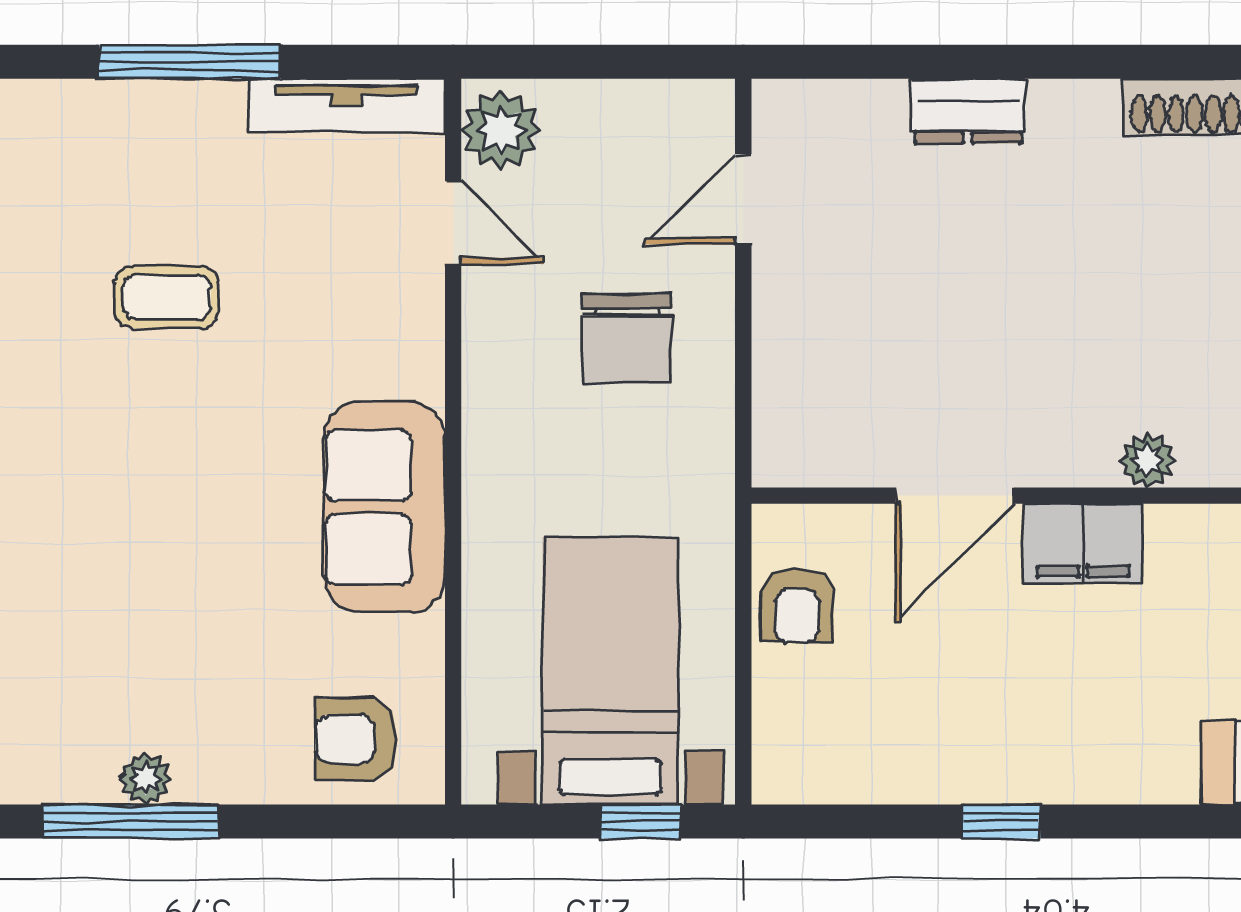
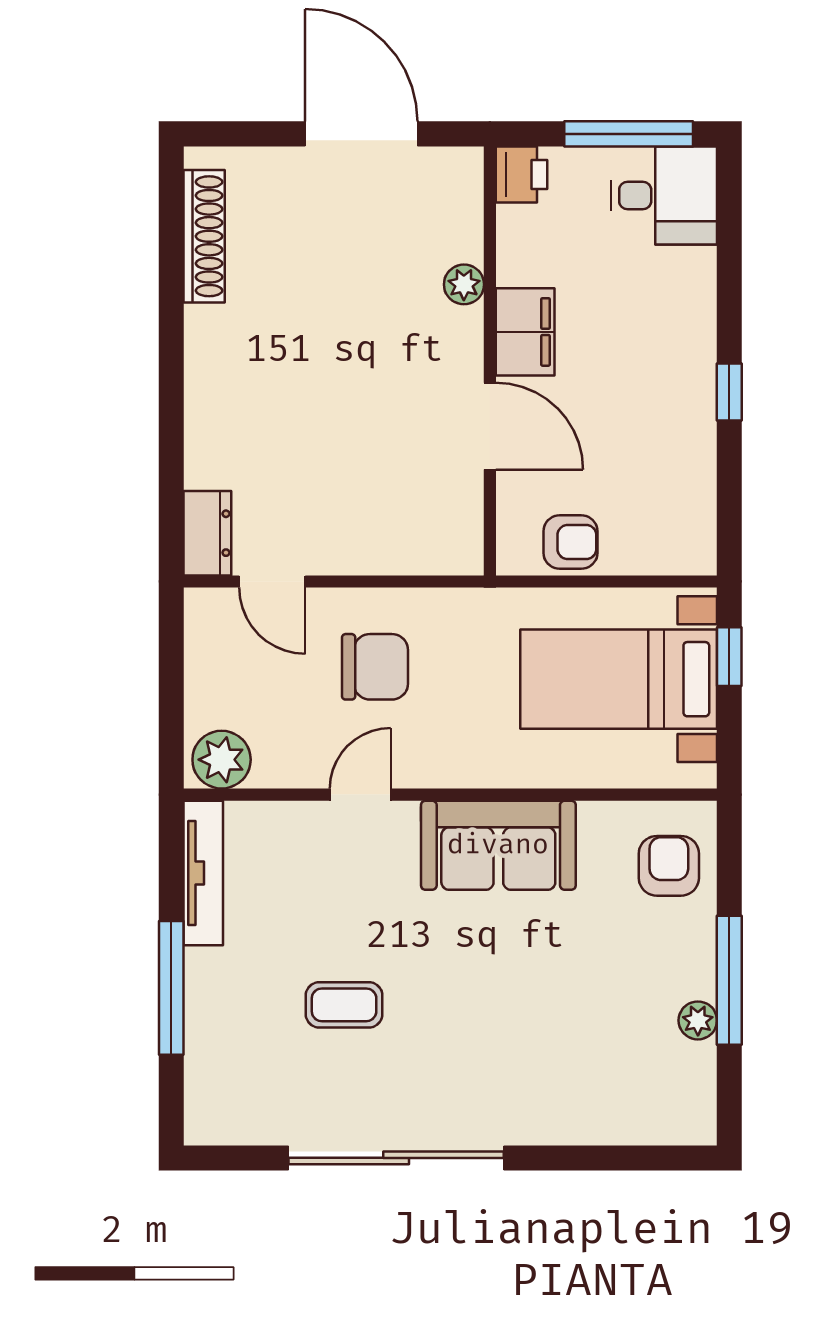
dresser: (968, 111) -> (207, 533), moved
door: (453, 223) -> (360, 795), moved
coffee table: (167, 297) -> (344, 1005), turned 90
armchair: (356, 739) -> (669, 866), turned 180
window: (131, 822) -> (729, 980), moved

